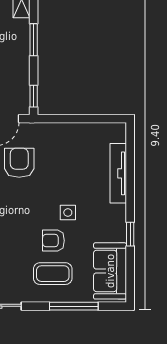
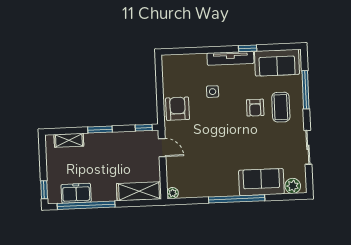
armchair: (19, 163) -> (178, 109), moved, turned 90
tv unit: (118, 173) -> (230, 58), moved
side table: (68, 213) -> (213, 92), moved

